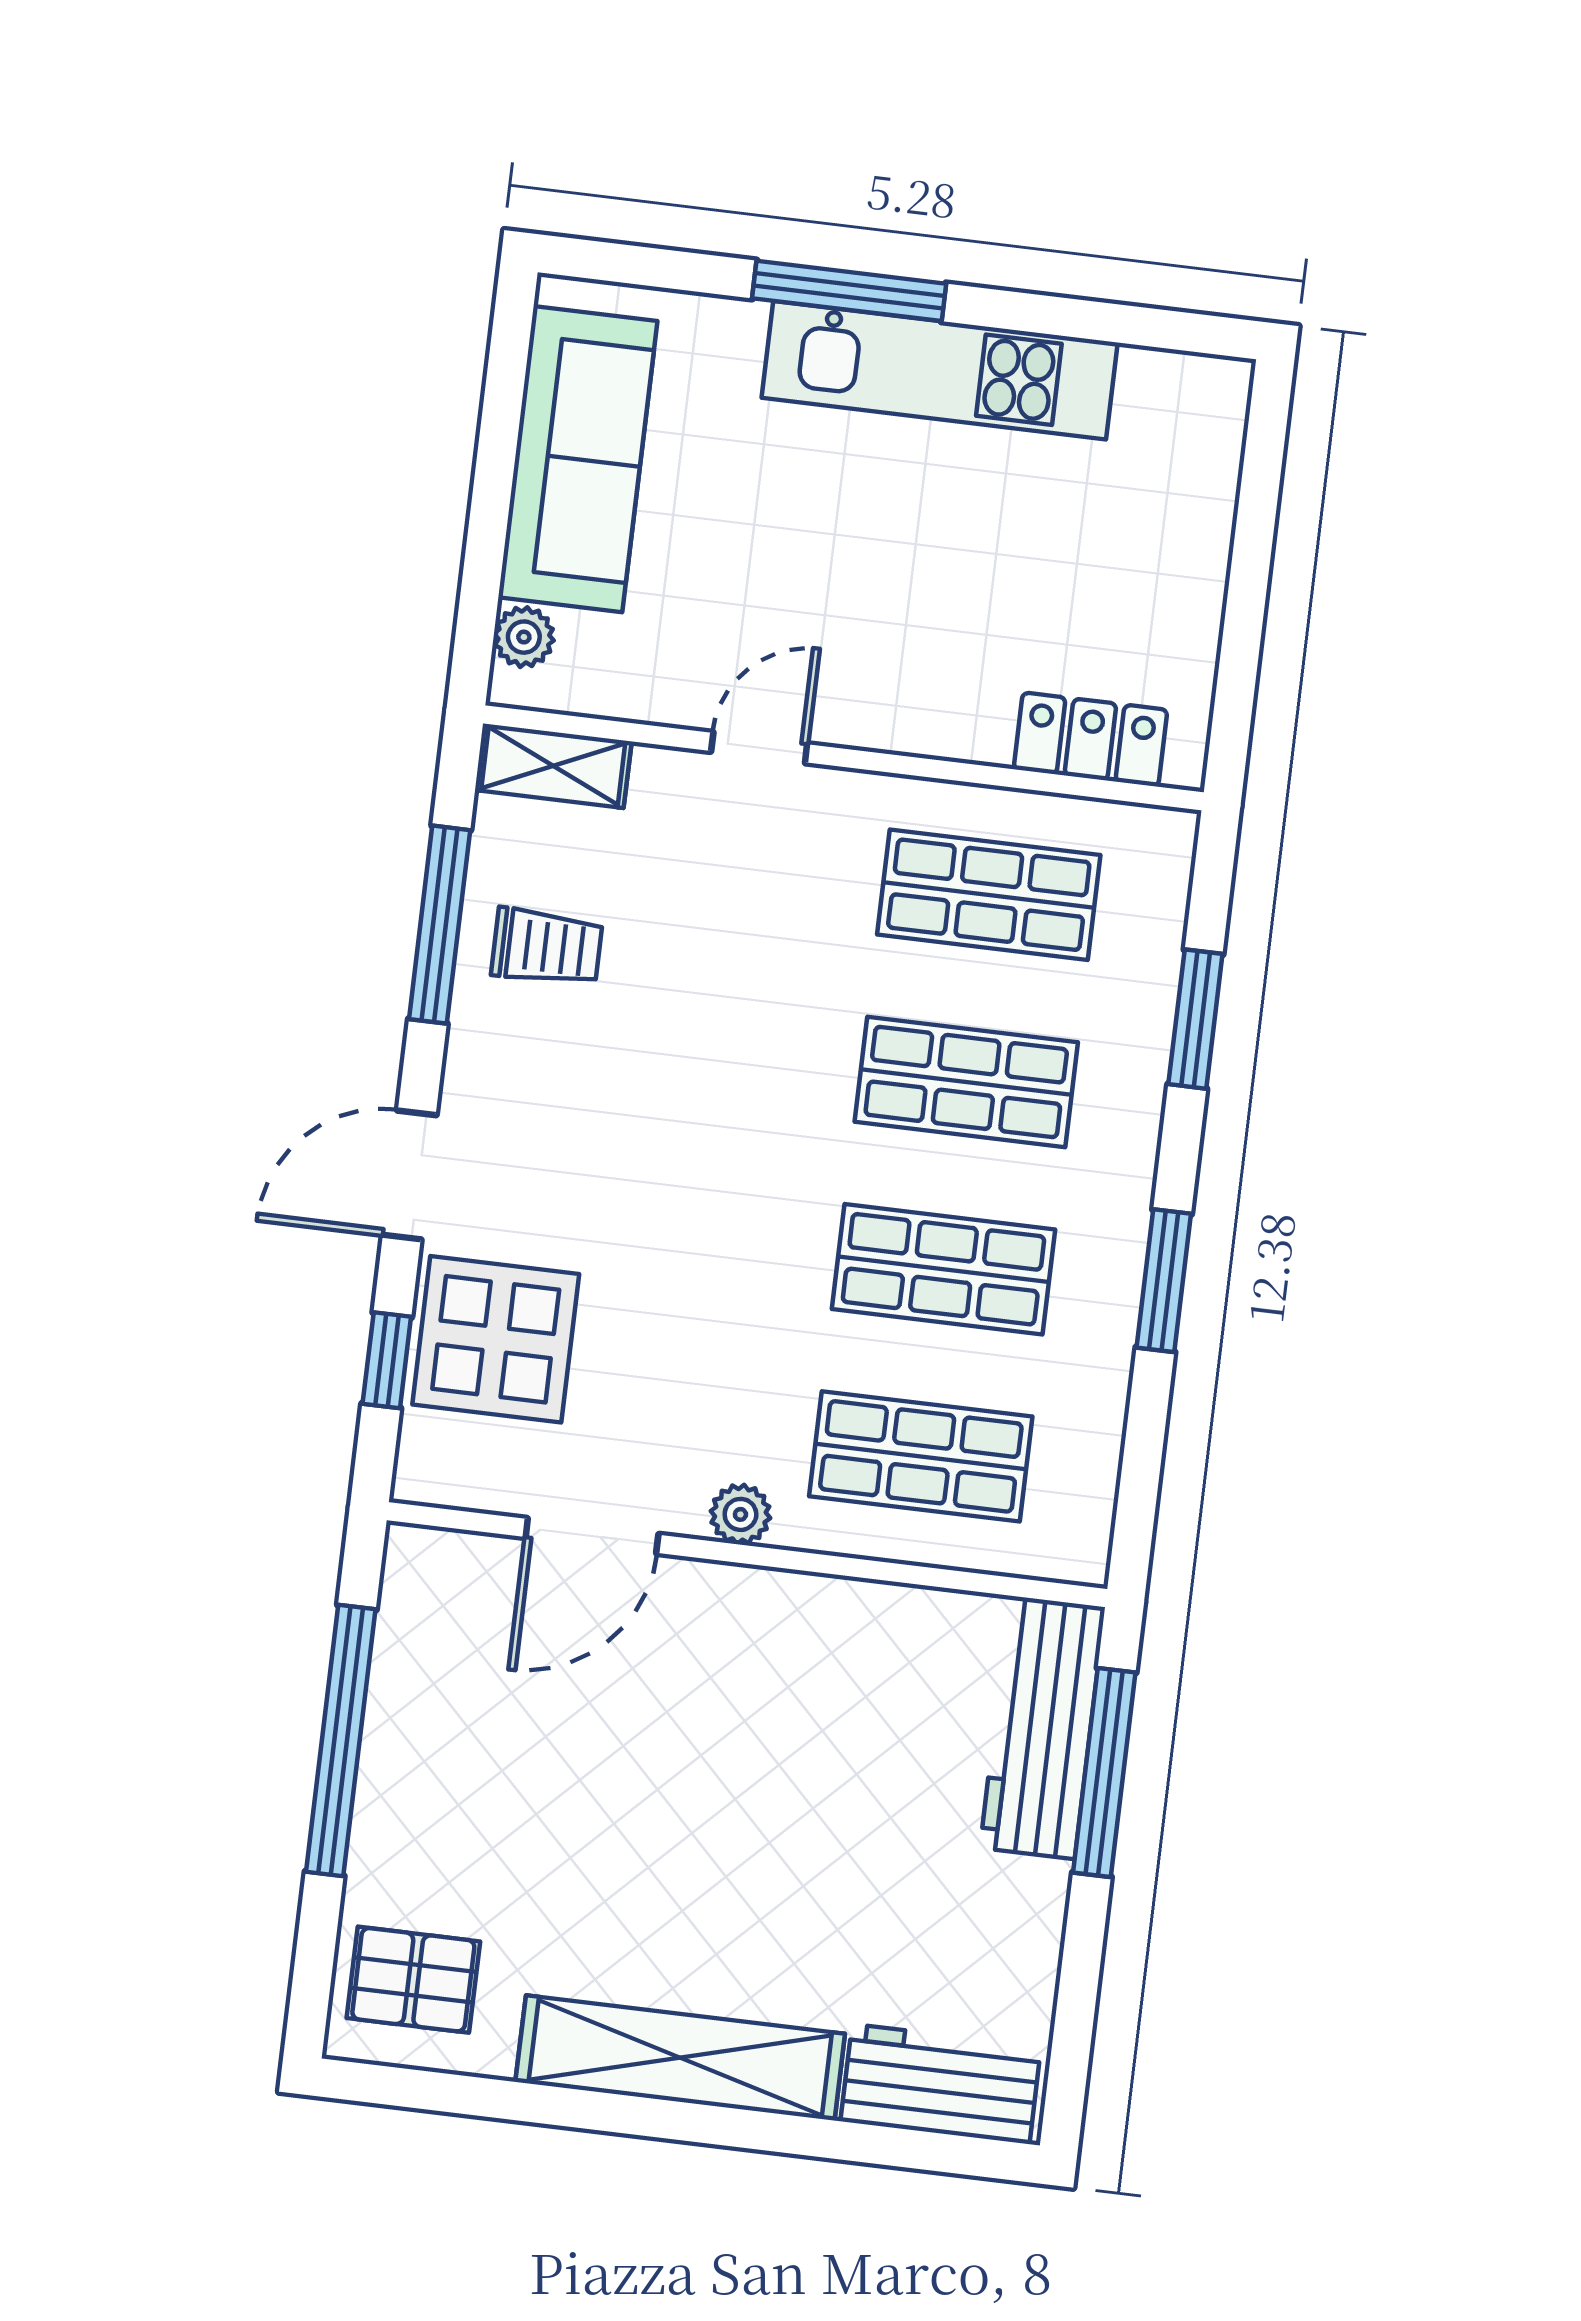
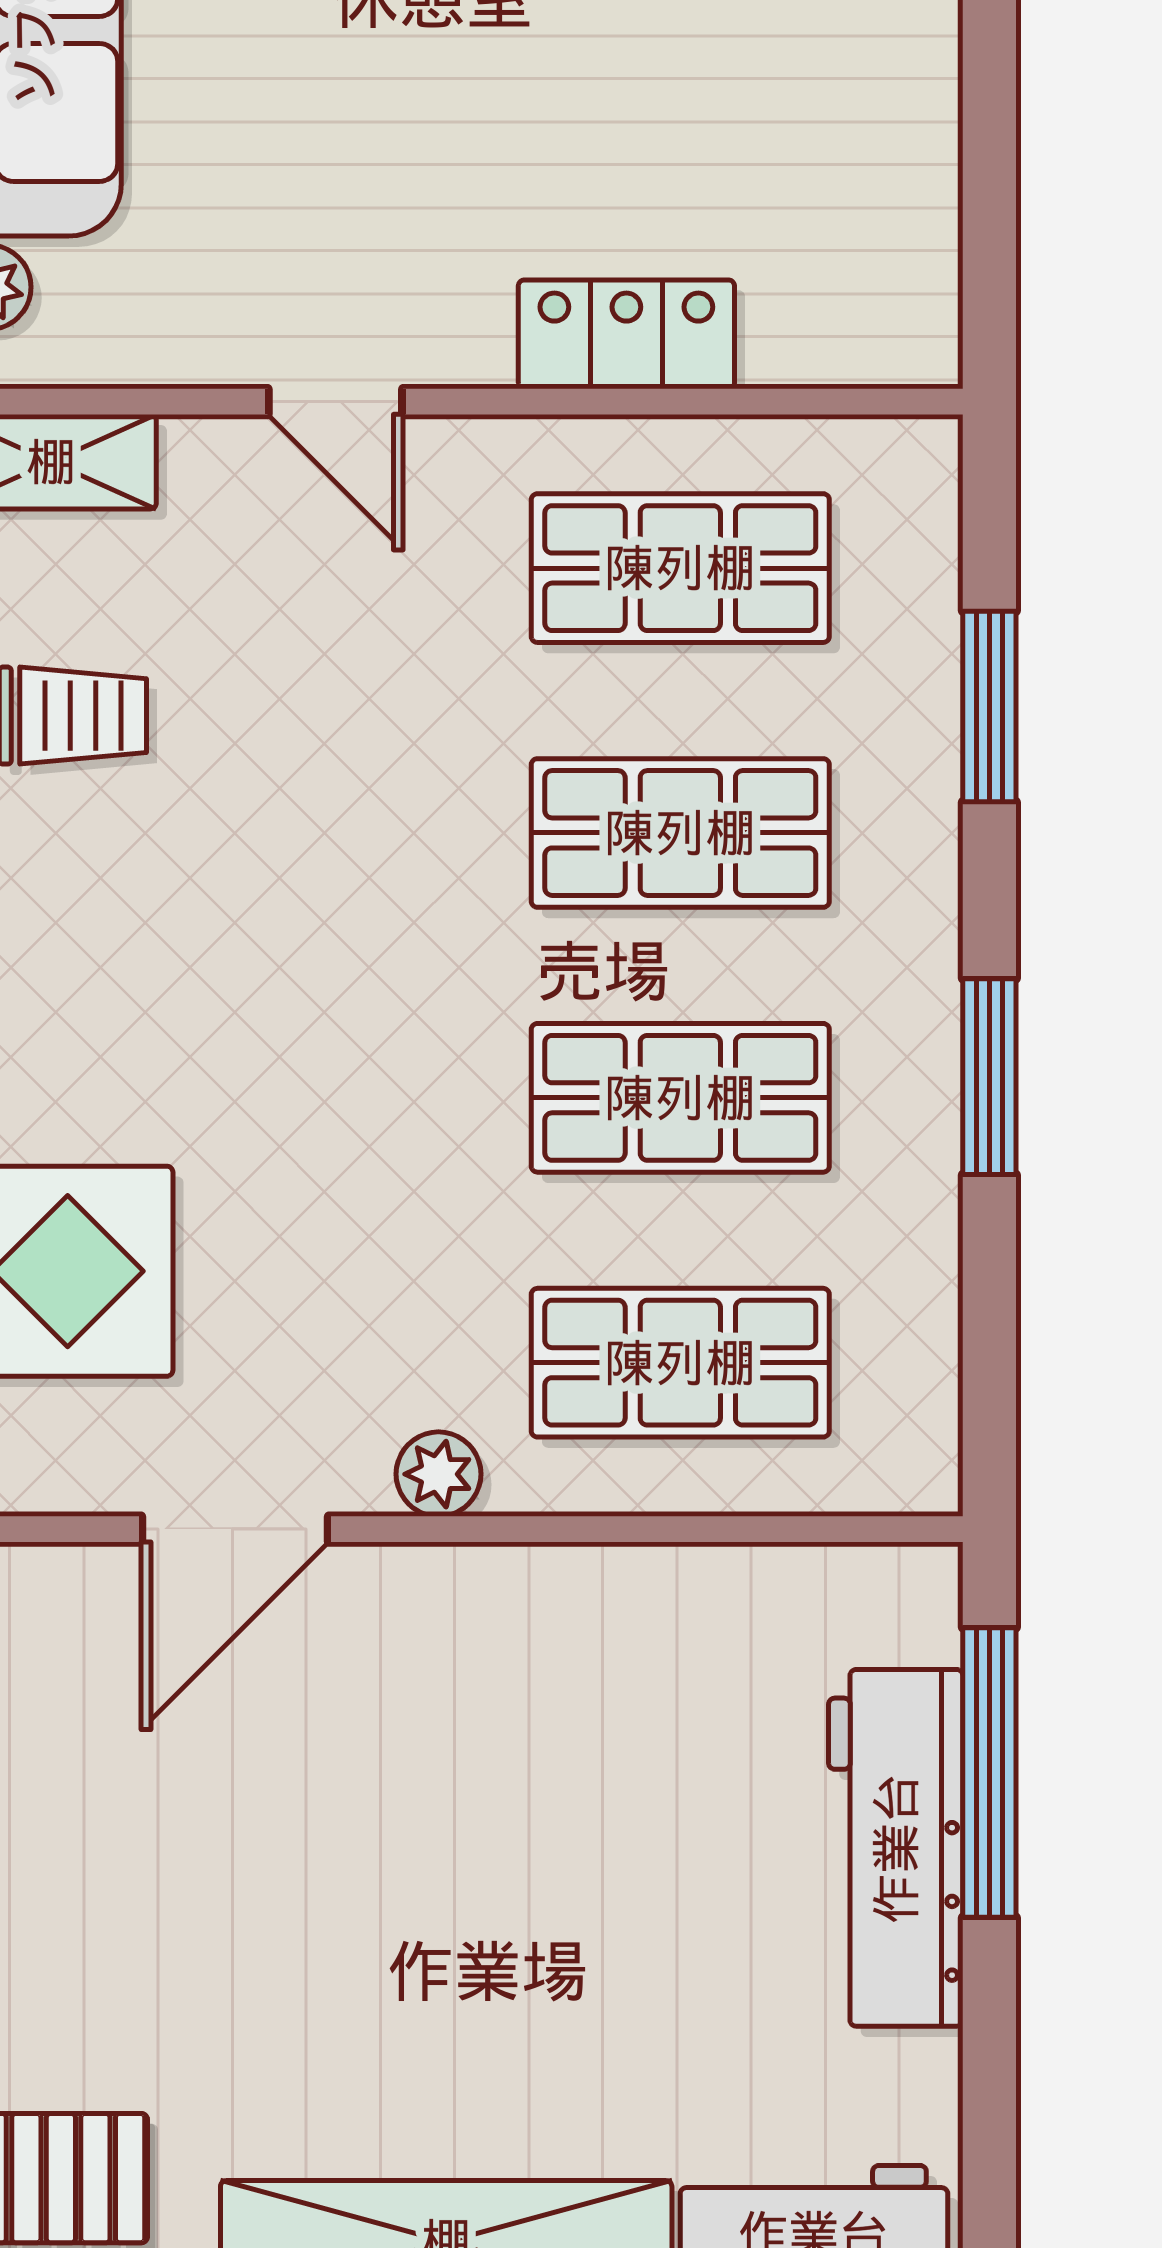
locker: (1090, 739) -> (626, 334), moved
door: (759, 748) -> (335, 402), swing flipped
workbench: (1043, 1728) -> (896, 1848), moved

